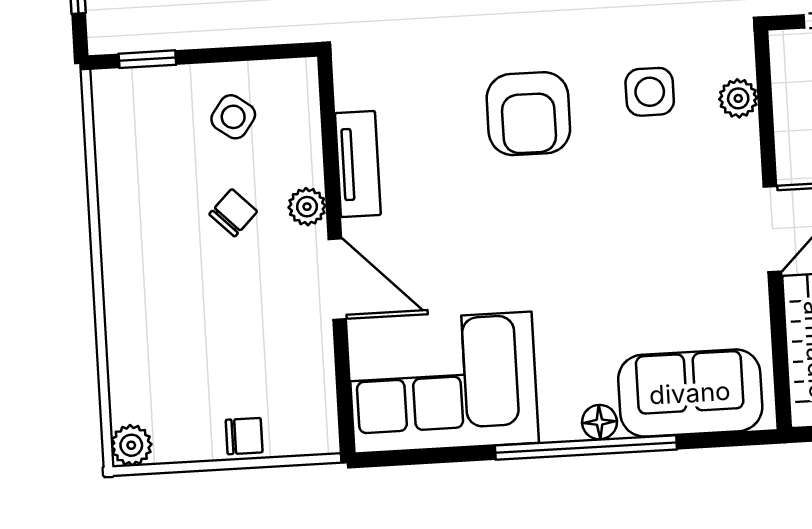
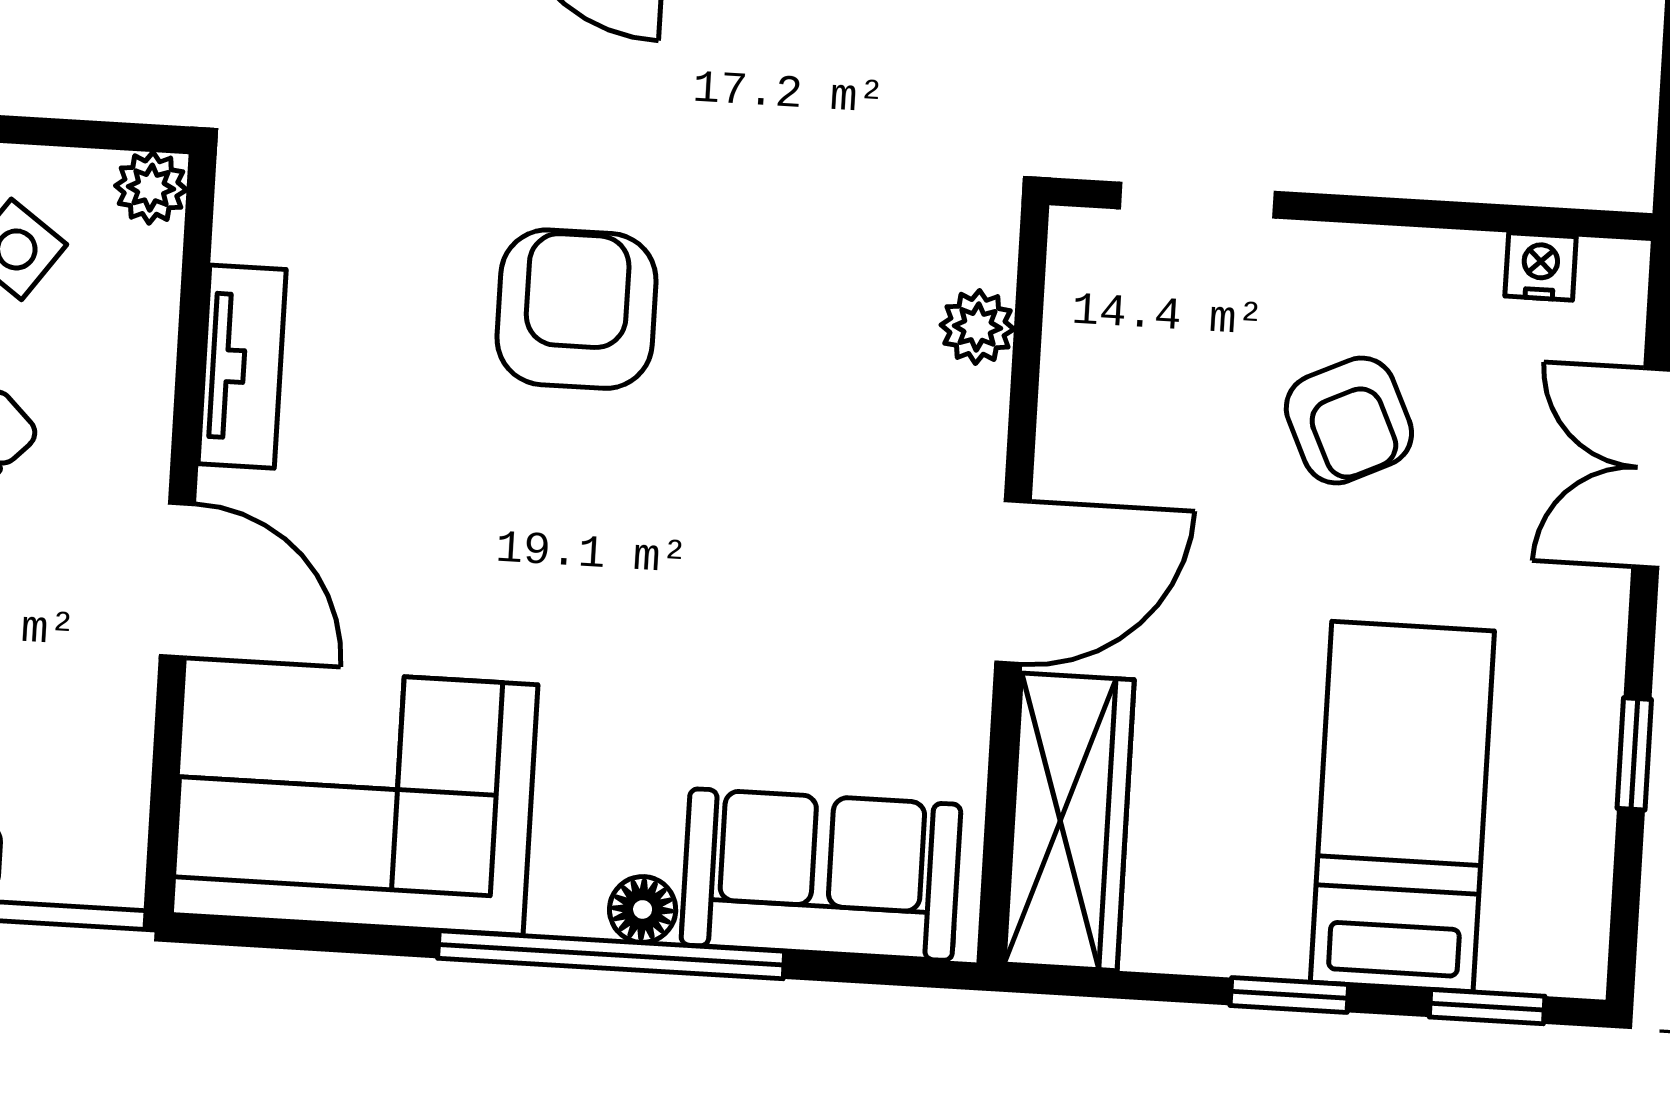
side table: (650, 92) -> (811, 295), removed
armchair: (528, 114) -> (577, 309), turned 180
plant: (307, 207) -> (151, 188), moved

